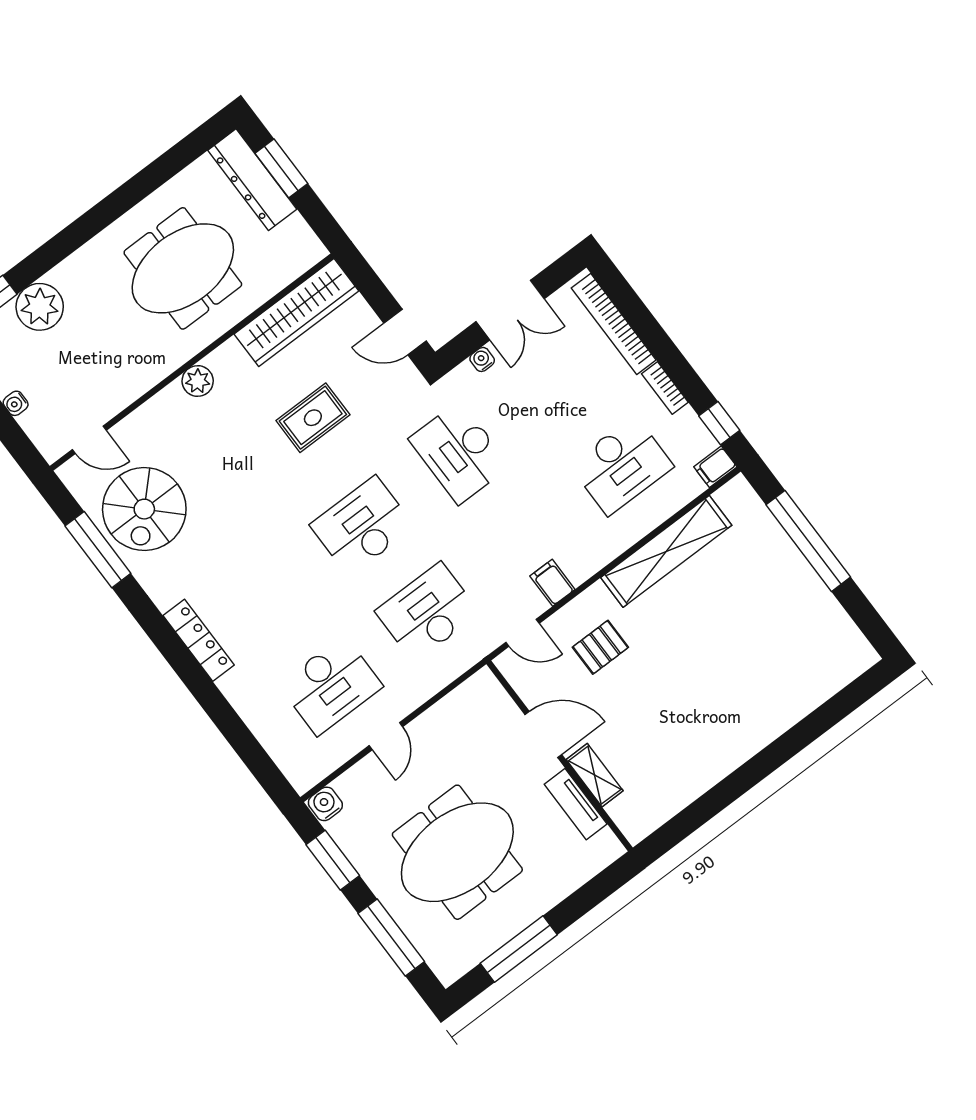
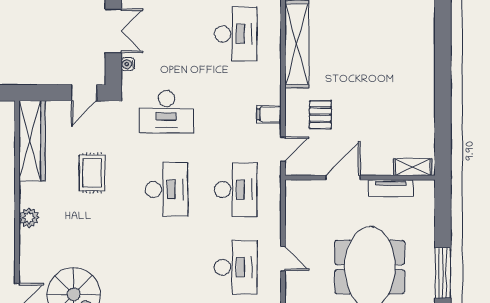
desk: (362, 526) -> (166, 190), turned 180
desk: (428, 612) -> (236, 190), turned 180
shelving: (595, 775) -> (413, 167), moved

